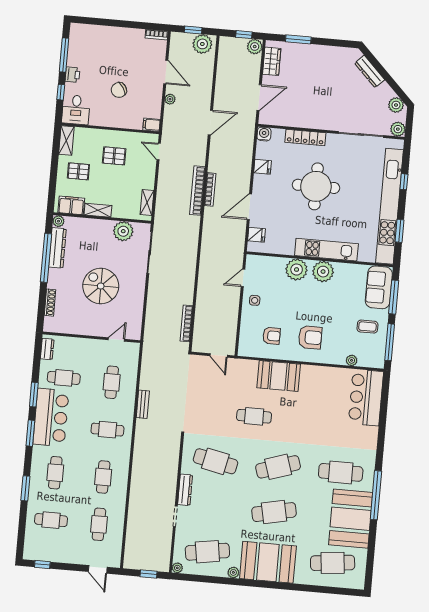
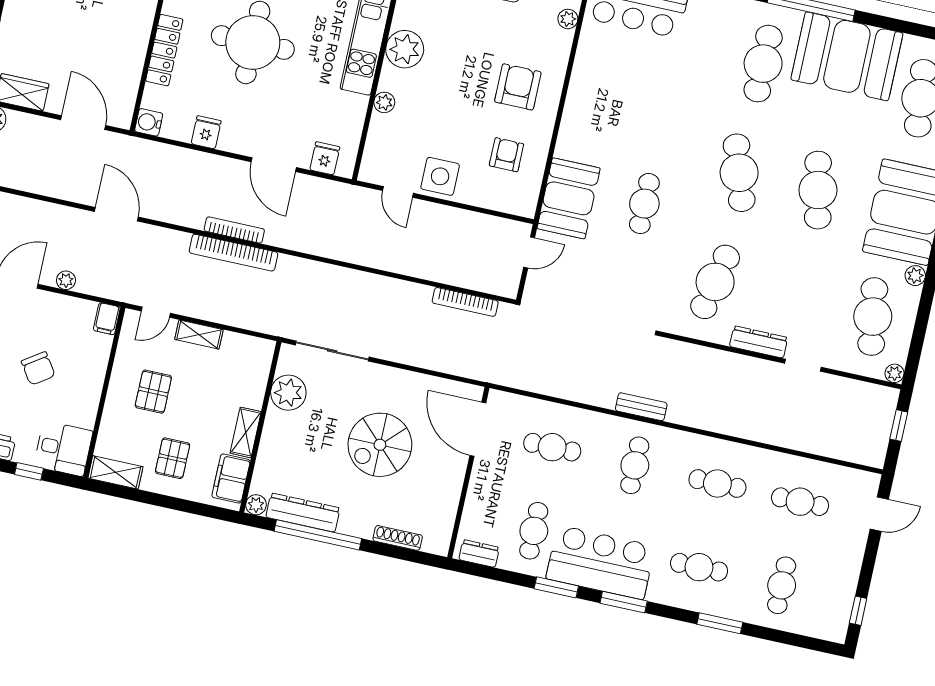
shelving: (147, 202) -> (199, 335), moved
plant: (297, 270) -> (384, 102), width x0.53, depth x0.53
side table: (255, 300) -> (440, 176), width x1.87, depth x1.87
door: (116, 339) -> (478, 429), width x1.88
booth: (279, 376) -> (569, 198), moved
bench: (143, 404) -> (641, 407), moved

